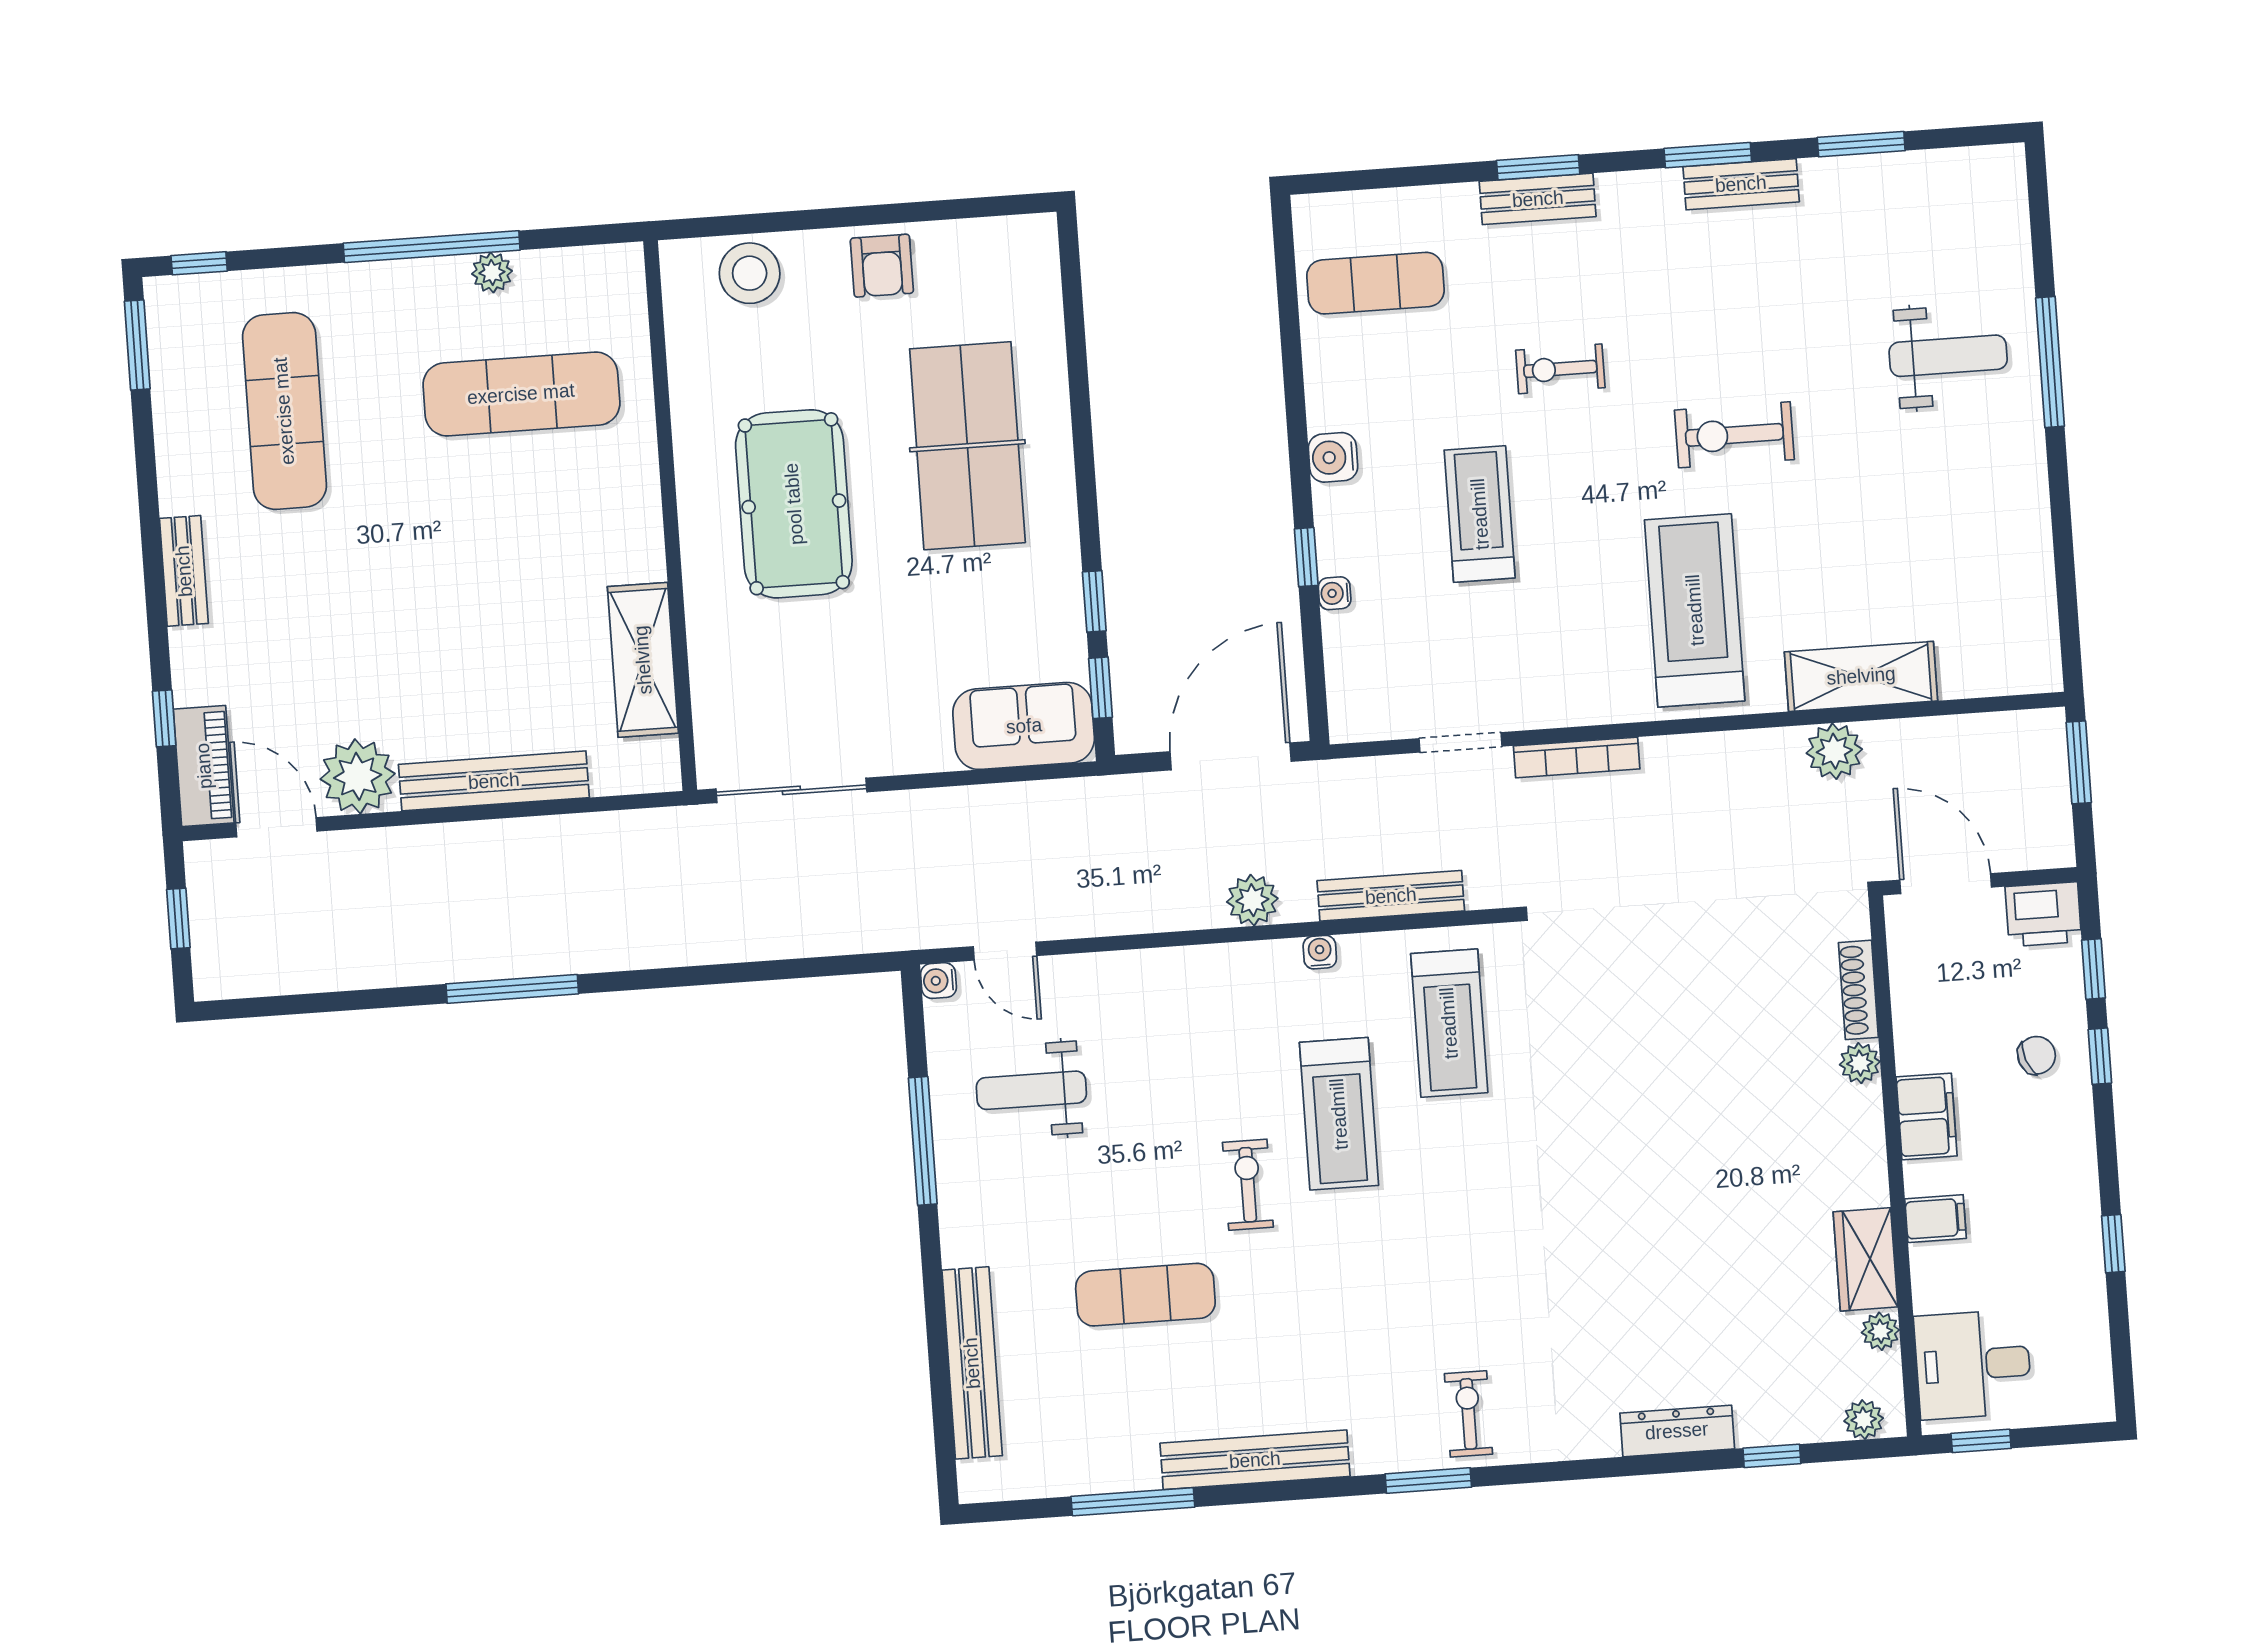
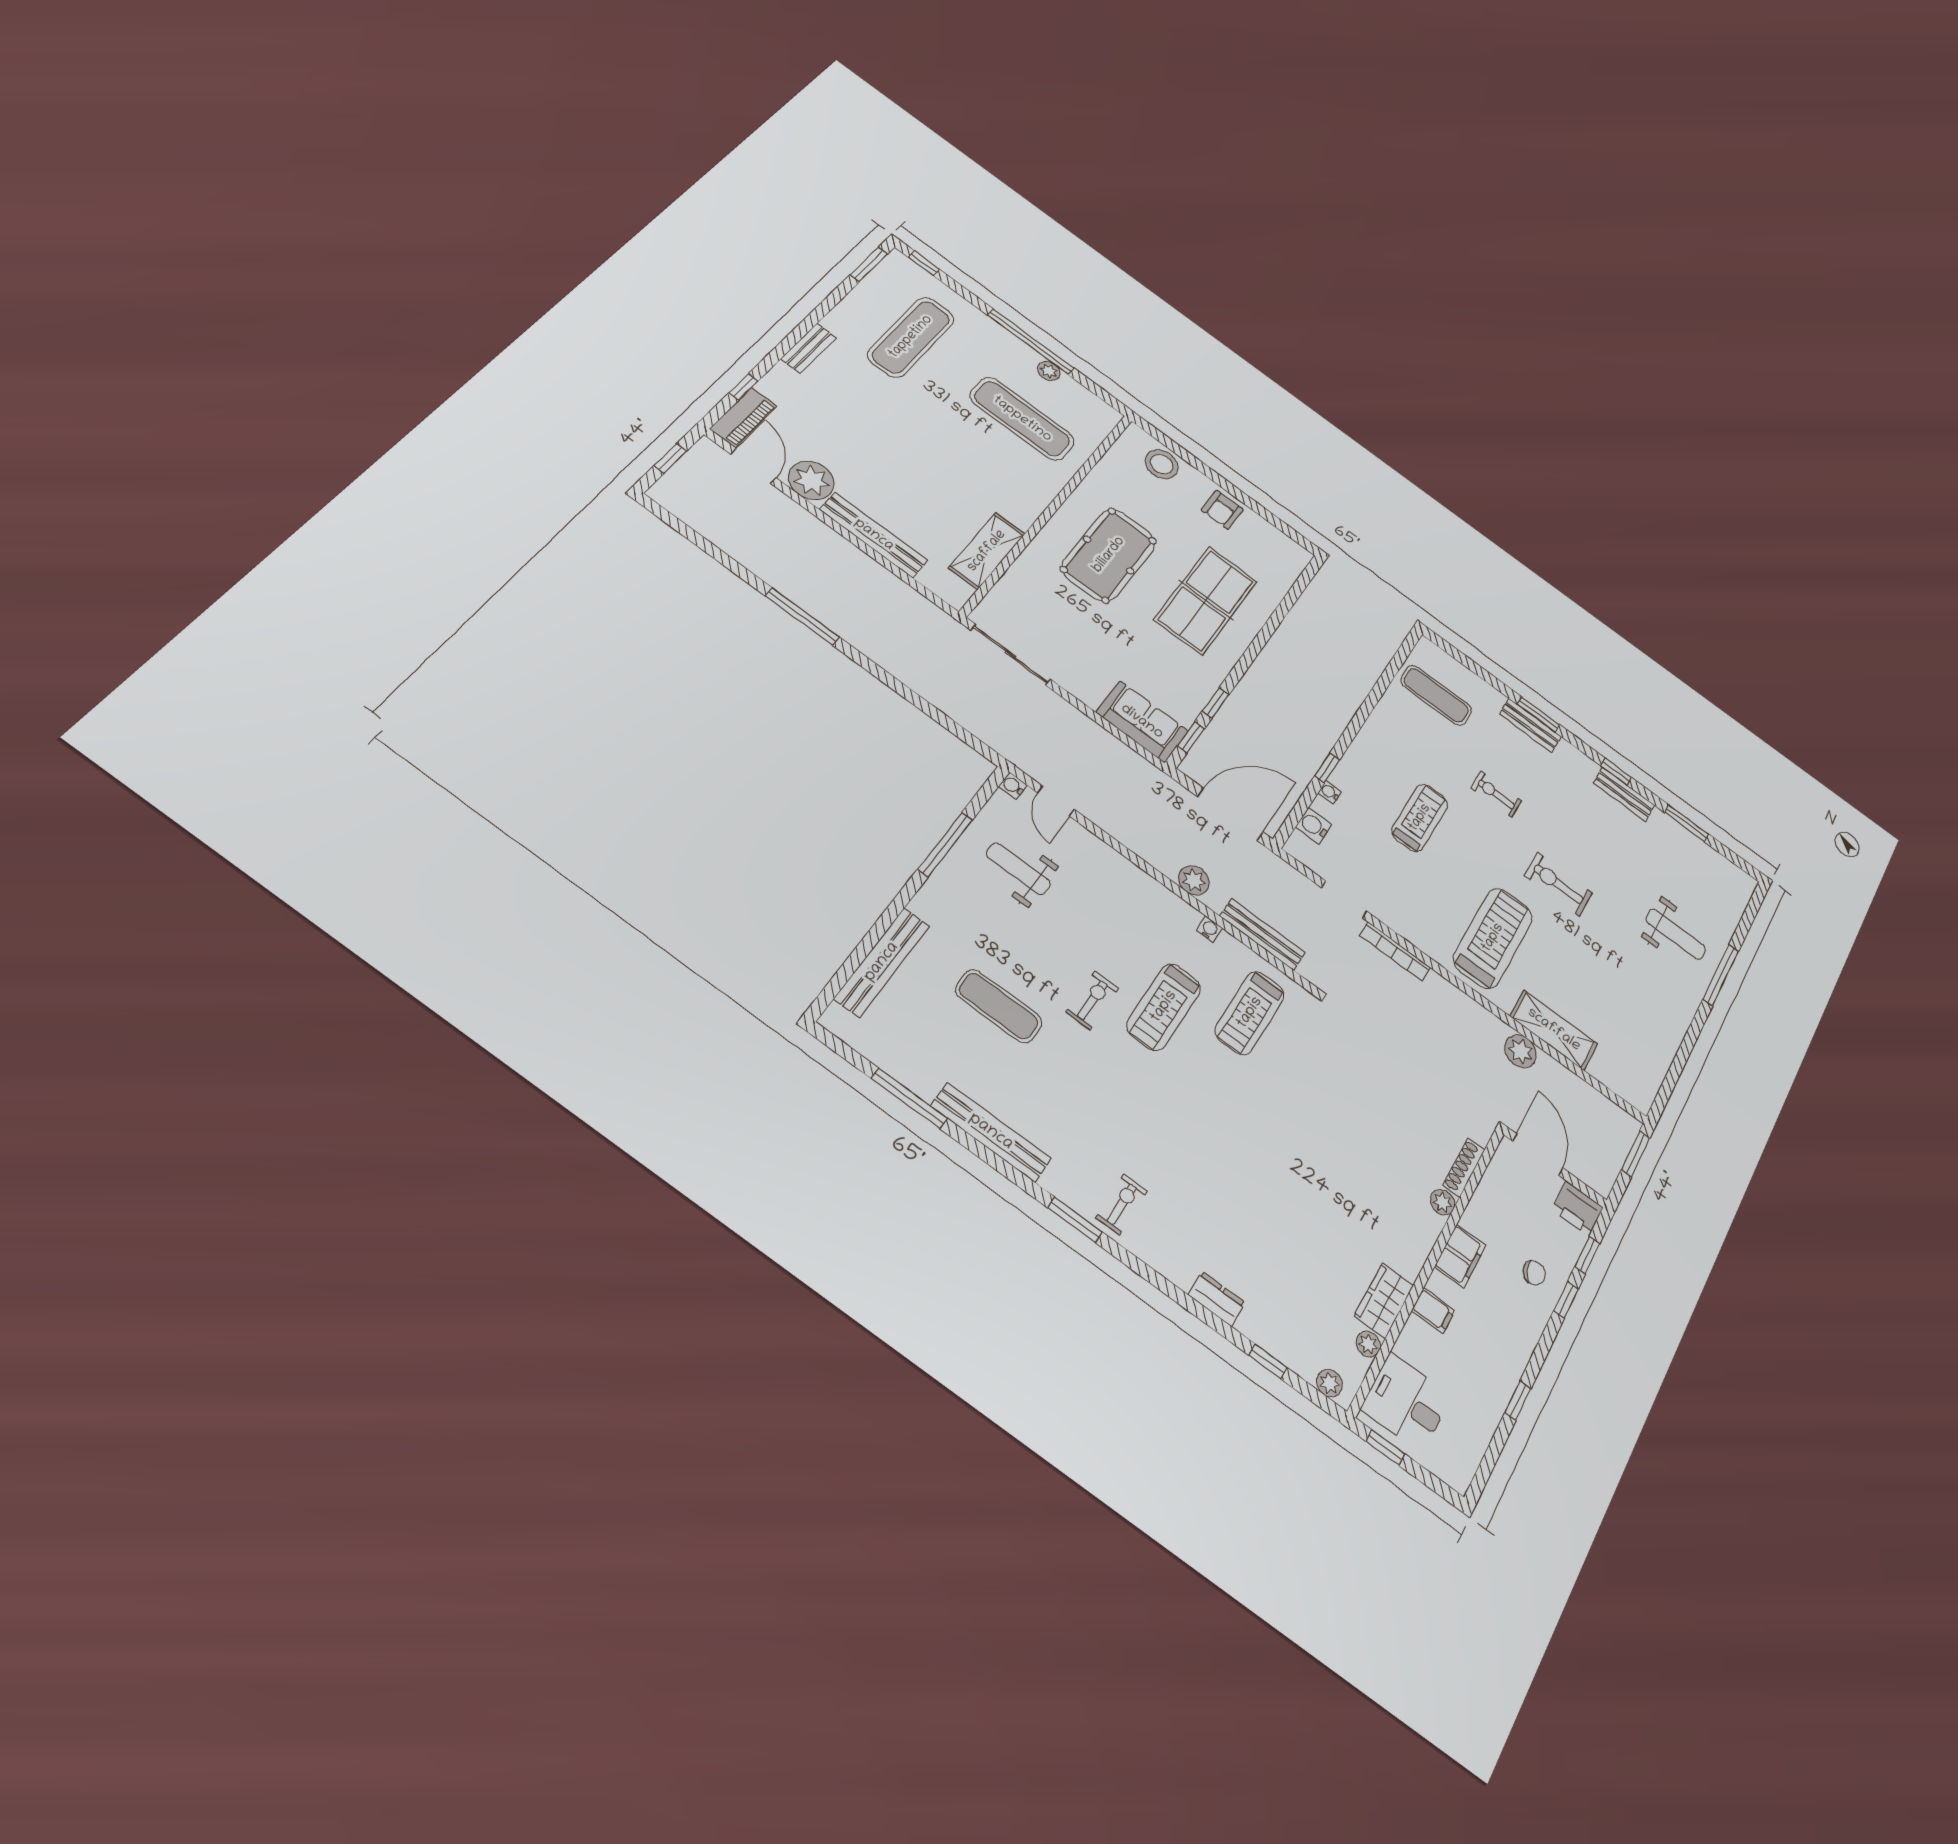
window: (1708, 155) -> (1616, 772), width x0.67
water cooler: (1333, 457) -> (1314, 826), moved
dresser: (1677, 1431) -> (1217, 1299), width x0.70

